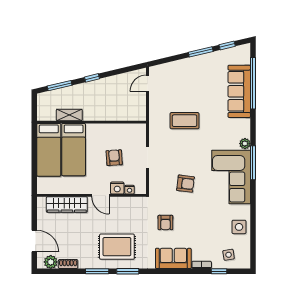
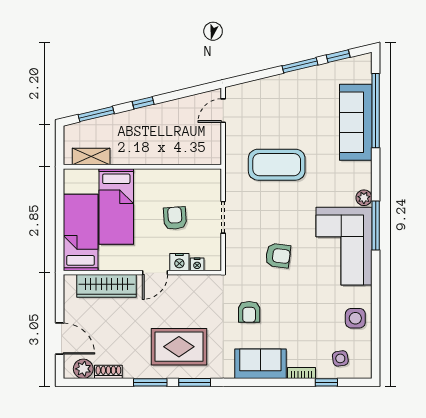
shelving: (69, 115) -> (91, 156), moved
coffee table: (185, 121) -> (277, 165), width x1.36, depth x1.32
bed: (49, 150) -> (81, 232), moved, turned 180
door: (100, 195) -> (155, 273), hinge flipped

